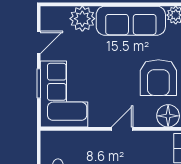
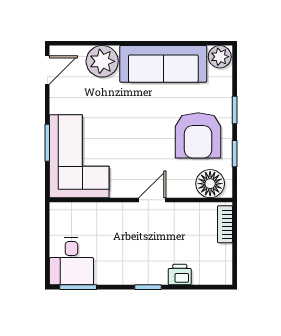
door: (39, 42) -> (47, 70), moved

